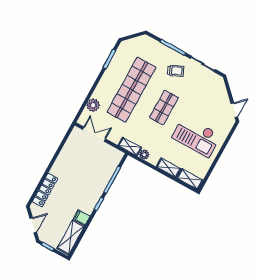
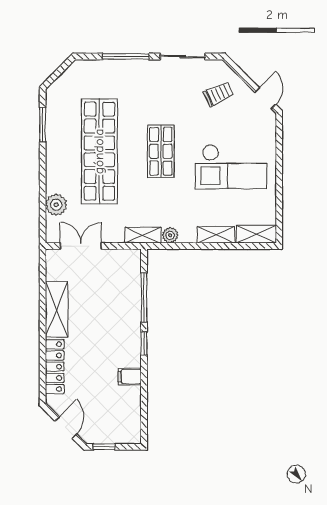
trolley: (176, 71) -> (218, 94), moved
shelving: (71, 237) -> (57, 309), moved

